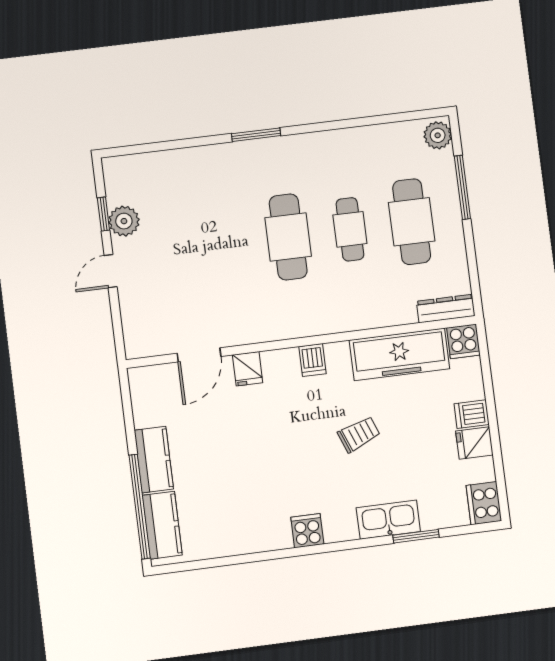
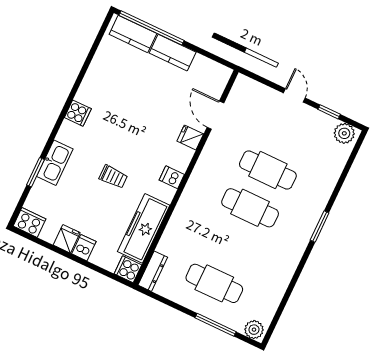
plant: (124, 221) -> (344, 133), moved
cafe table: (350, 229) -> (268, 170), moved, width x1.37, depth x1.35
trolley: (359, 434) -> (113, 177), turned -69

